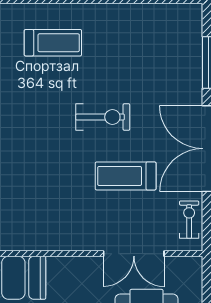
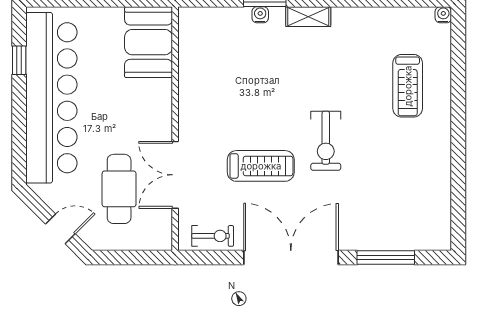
treadmill: (126, 176) -> (261, 166), turned 90

